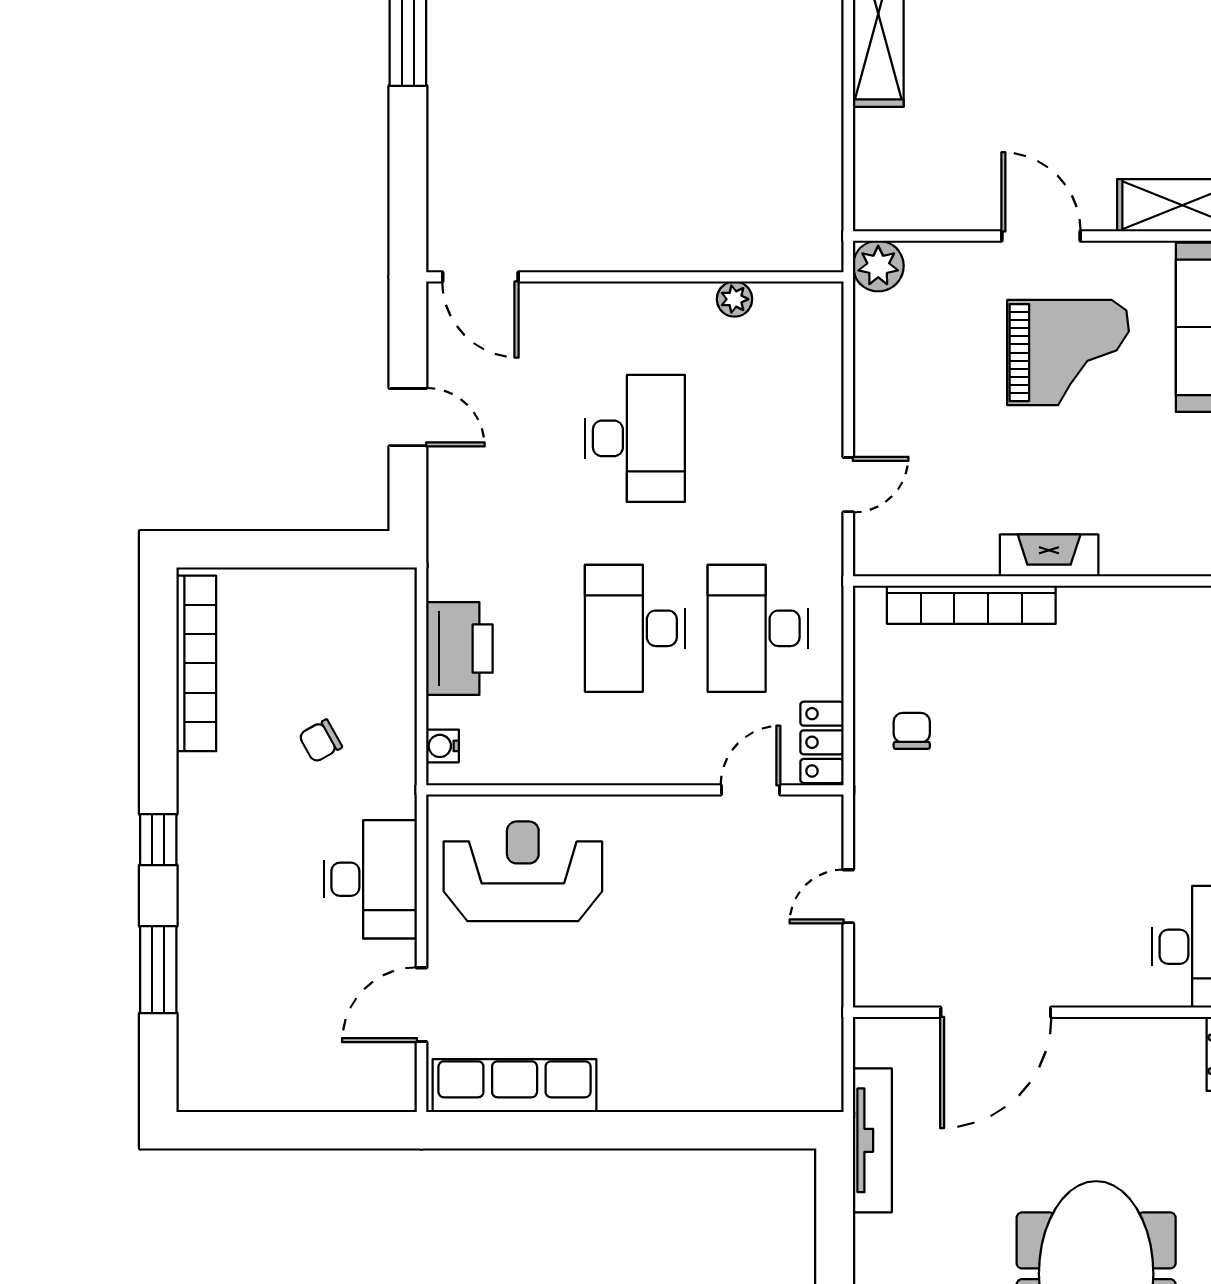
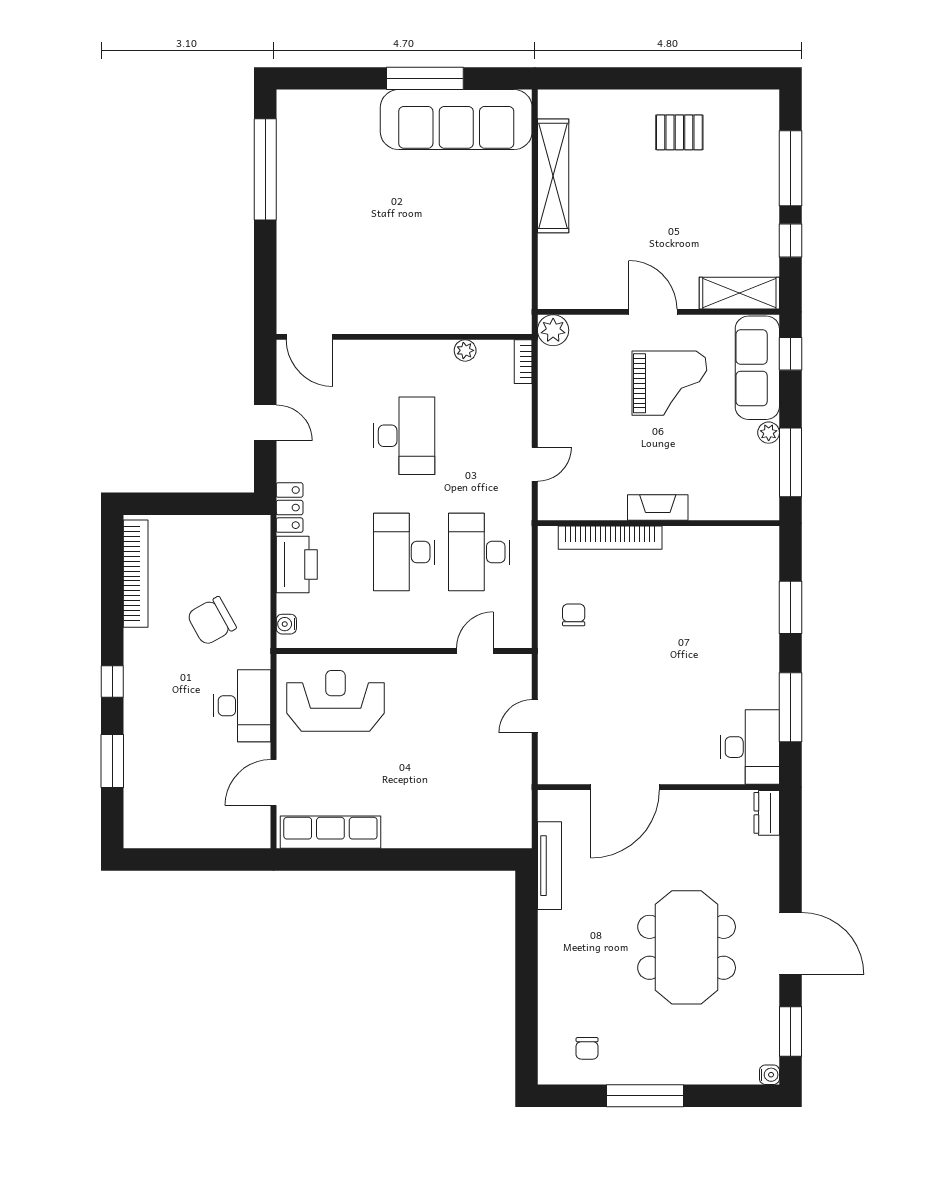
bookcase: (829, 317) -> (523, 362), added
chair: (320, 741) -> (212, 621), width x1.87, depth x1.87
locker: (822, 742) -> (290, 508), moved, turned 180

